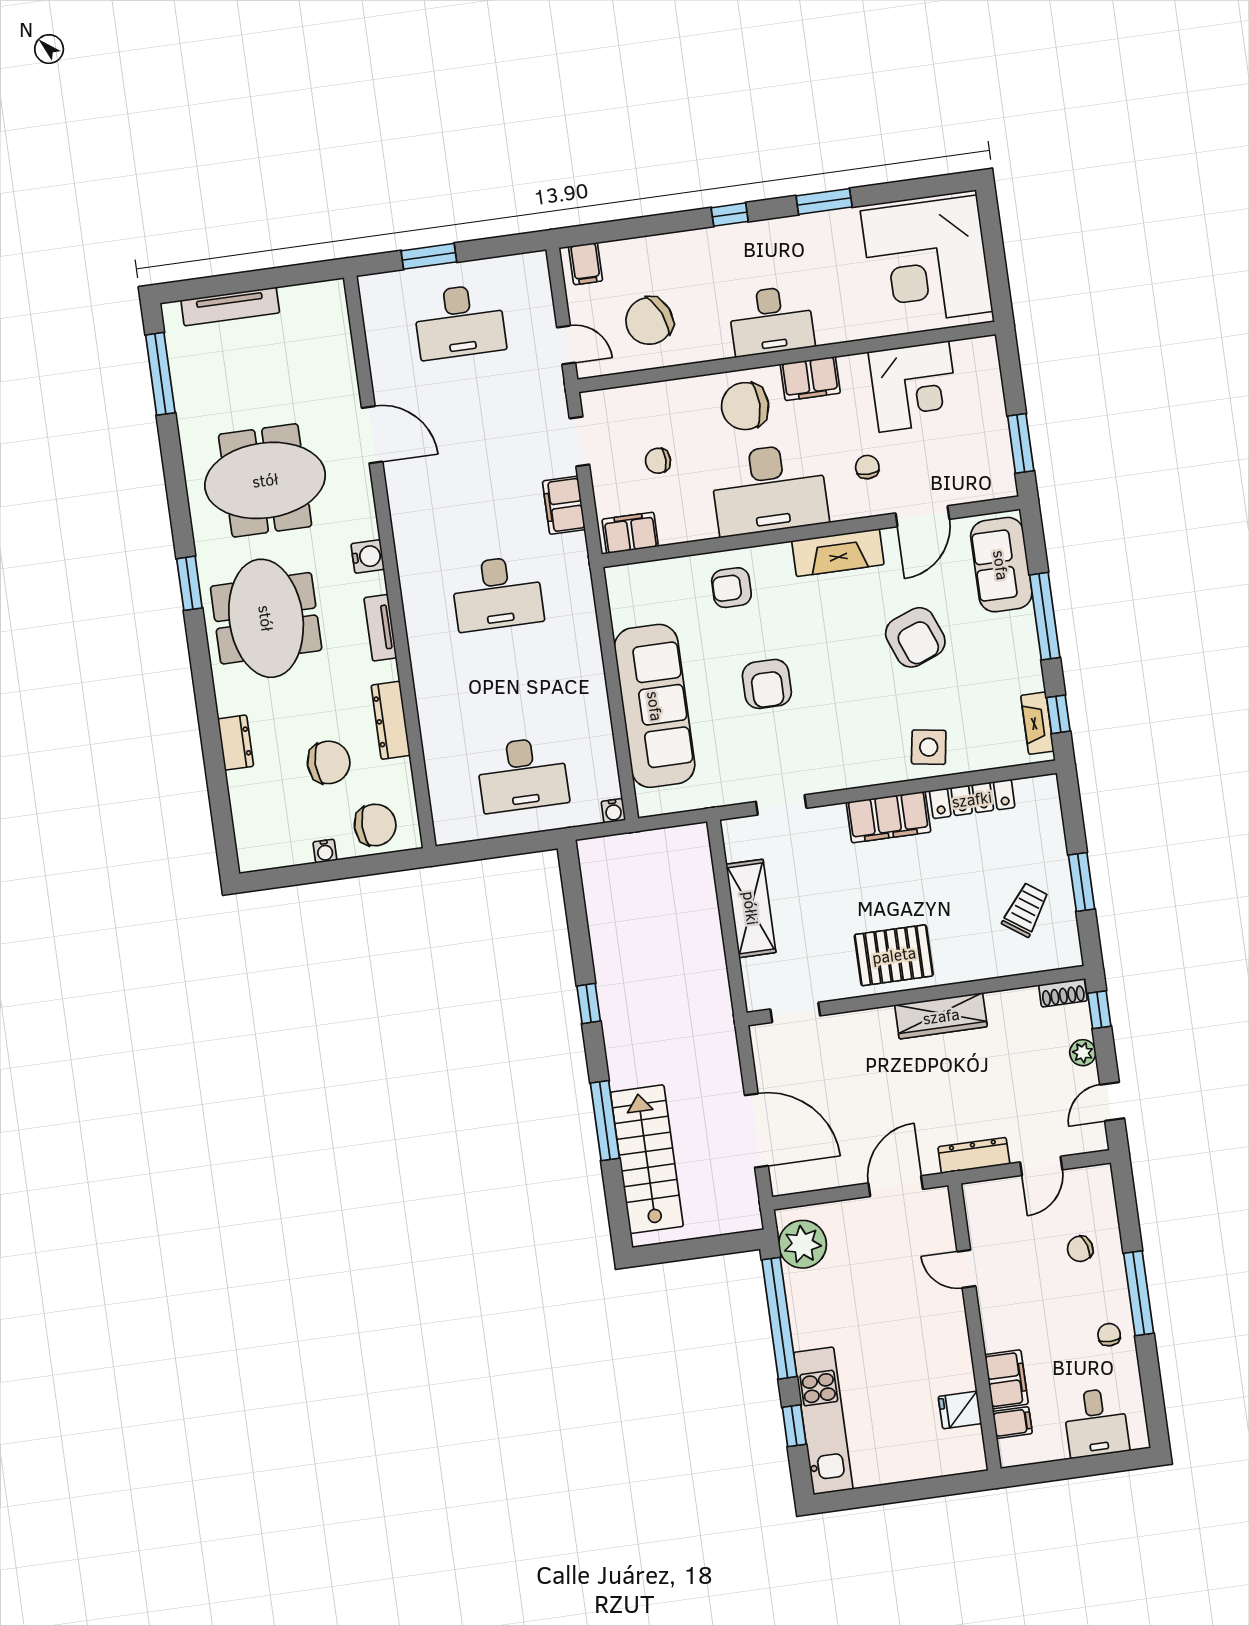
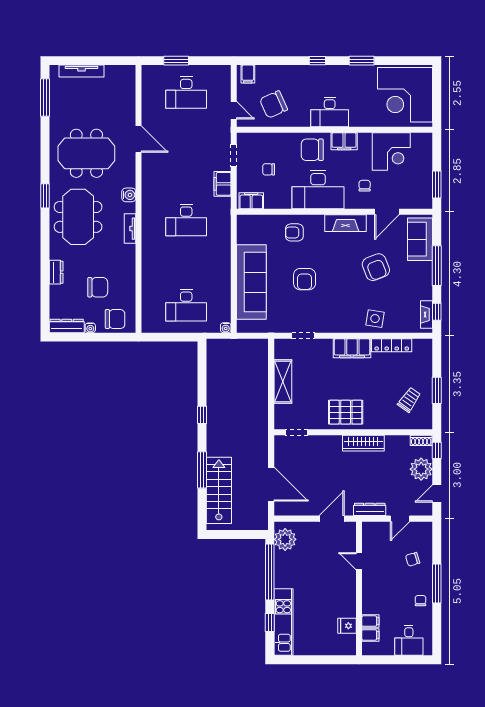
dresser: (391, 720) -> (67, 326), moved, turned 90
plant: (1083, 1053) -> (421, 469), width x1.88, depth x1.88
filing cabinet: (1006, 1379) -> (370, 621), width x0.50

